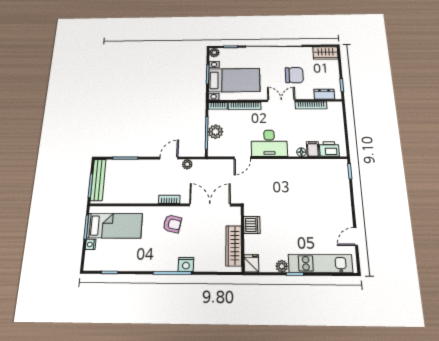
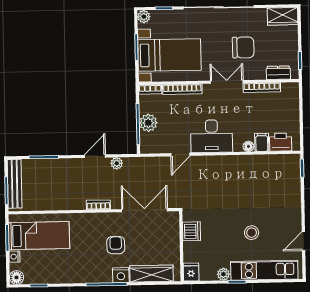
armchair: (172, 224) -> (116, 245), moved, turned -102
stool: (307, 227) -> (252, 233), added
wardrobe: (234, 246) -> (152, 274), moved, turned 90
floor lamp: (90, 264) -> (16, 277), added

